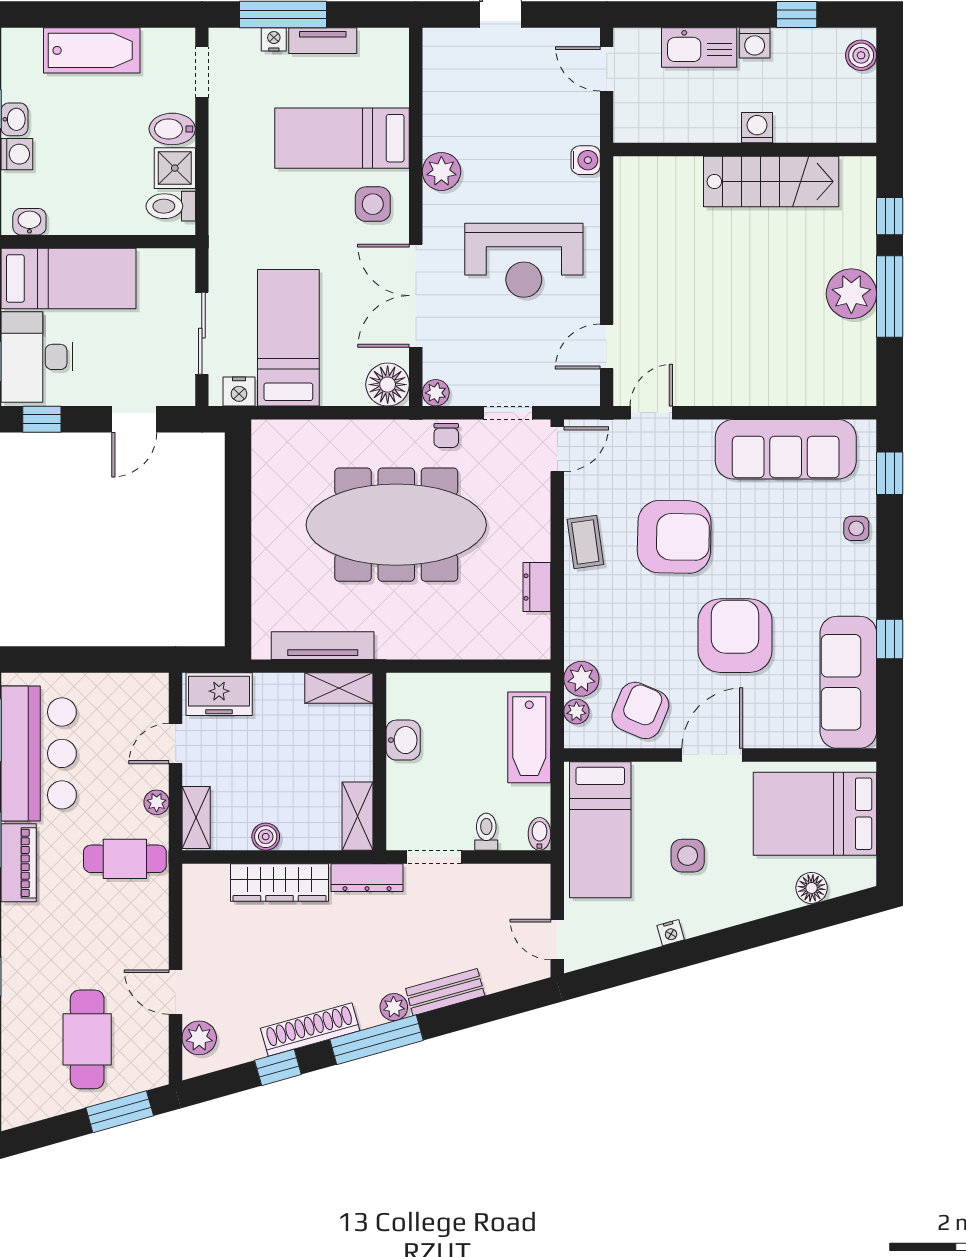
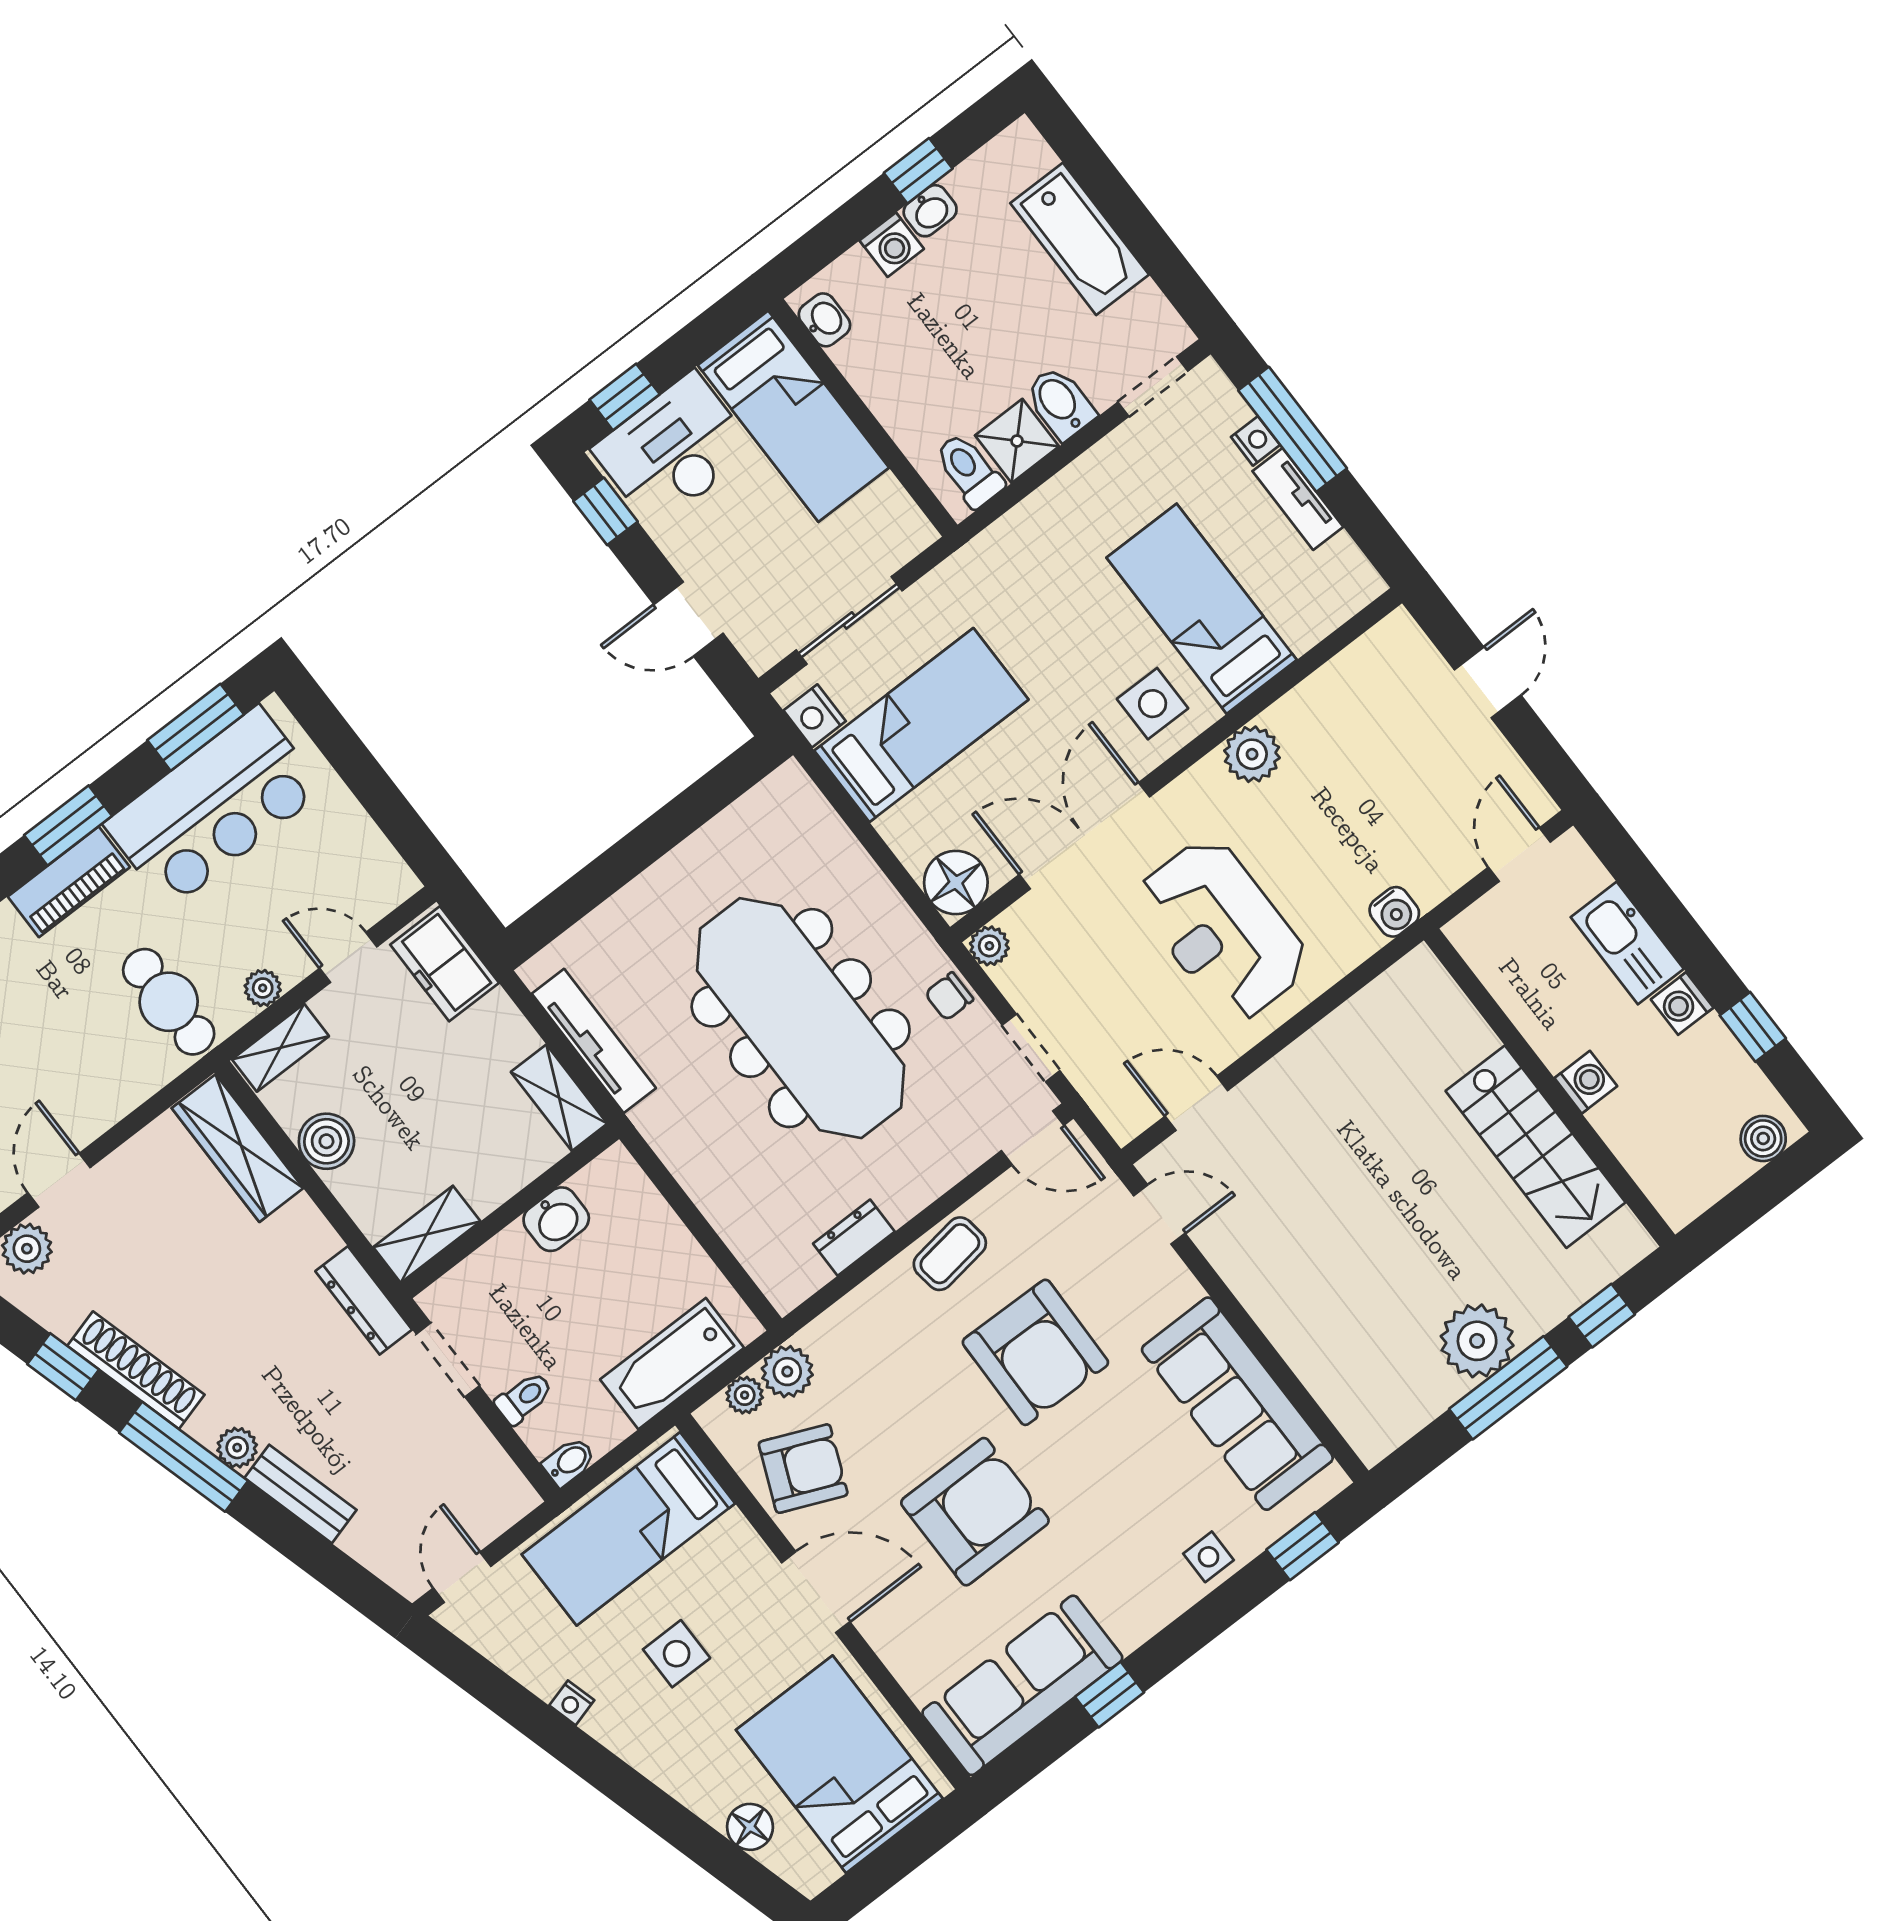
boiler: (266, 837) -> (326, 1141), width x1.36, depth x1.36
wardrobe: (280, 882) -> (237, 1148), moved

